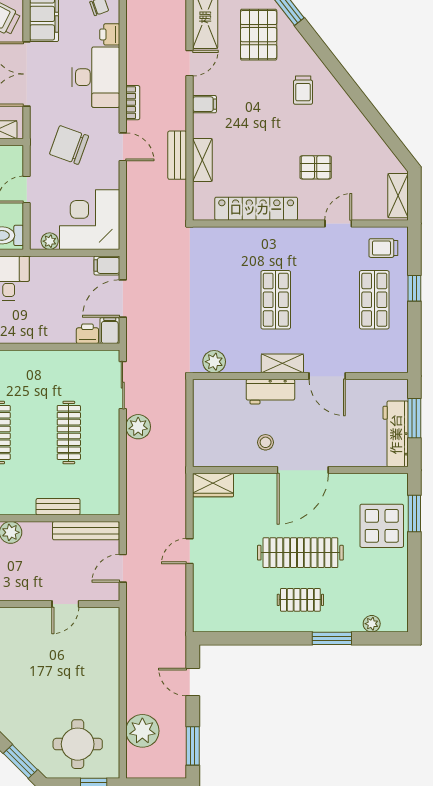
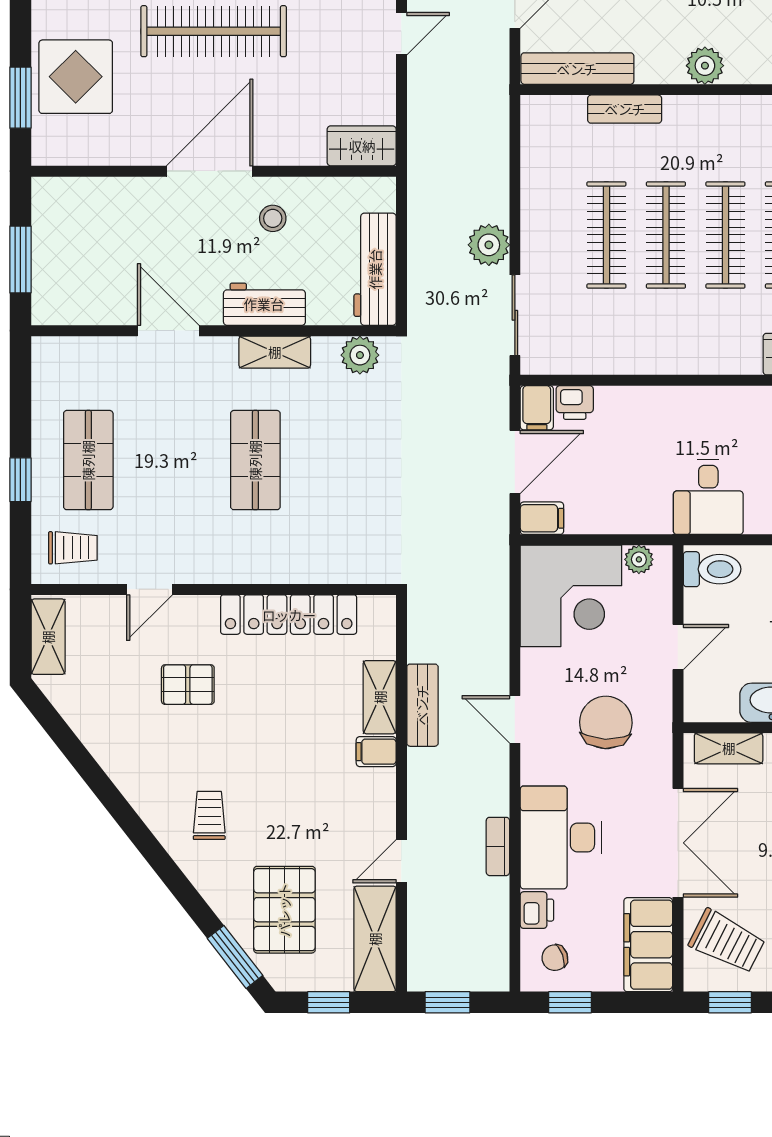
bookcase: (133, 103) -> (498, 846), moved
filing cabinet: (205, 104) -> (376, 752), moved
chair: (69, 145) -> (606, 722), turned -108
shelving: (282, 363) -> (275, 352), moved
clothes rail: (34, 432) -> (666, 235), added
workbench: (396, 434) -> (375, 269), moved, turned 180

